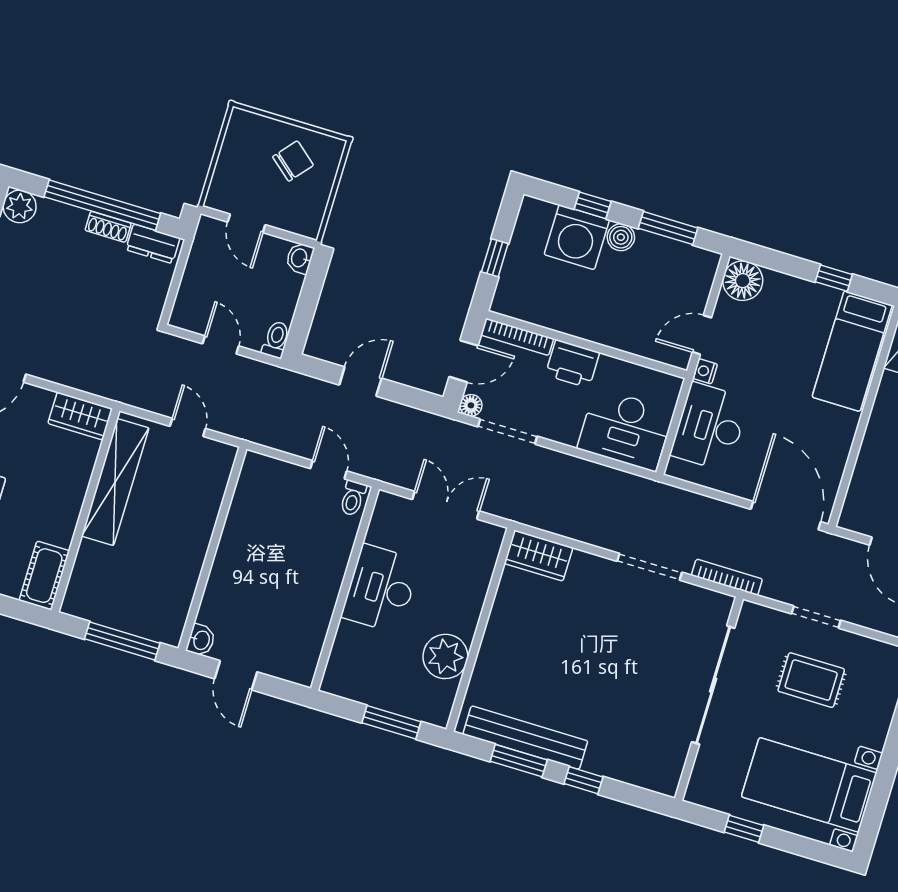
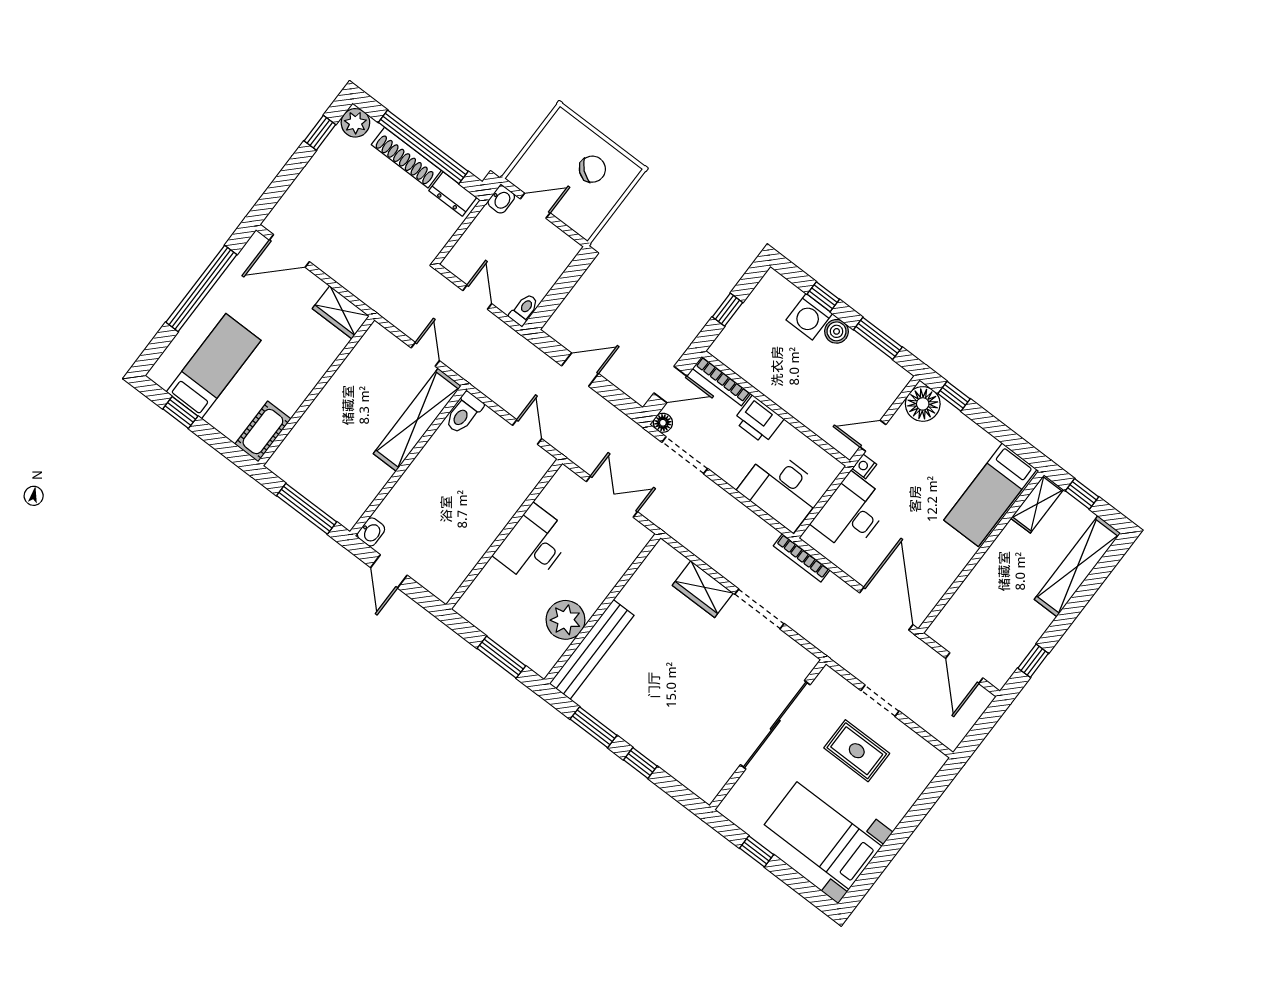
door: (246, 223) -> (535, 206), swing flipped
shoe rack: (108, 227) -> (406, 158), width x1.94, depth x1.24
washing machine: (577, 237) -> (809, 317), width x0.73, depth x0.73
washbasin: (300, 258) -> (501, 199), moved, turned 180
window: (834, 278) -> (954, 396), moved
shelving: (115, 482) -> (417, 420), moved
toilet: (353, 498) -> (464, 413), moved, width x1.37, depth x1.39
wardrobe: (539, 555) -> (703, 589), moved
bookcase: (727, 577) -> (802, 558), moved, turned 180
bench: (525, 738) -> (592, 650), moved, turned 90

